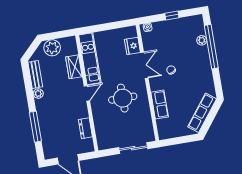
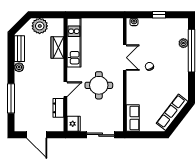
fridge: (132, 46) -> (74, 124), moved, turned 180
door: (87, 93) -> (65, 89), moved
row of seats: (160, 105) -> (133, 118), moved

